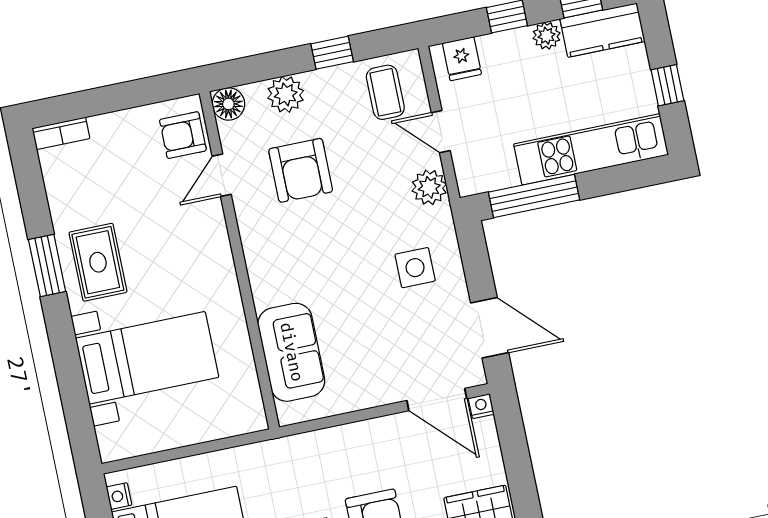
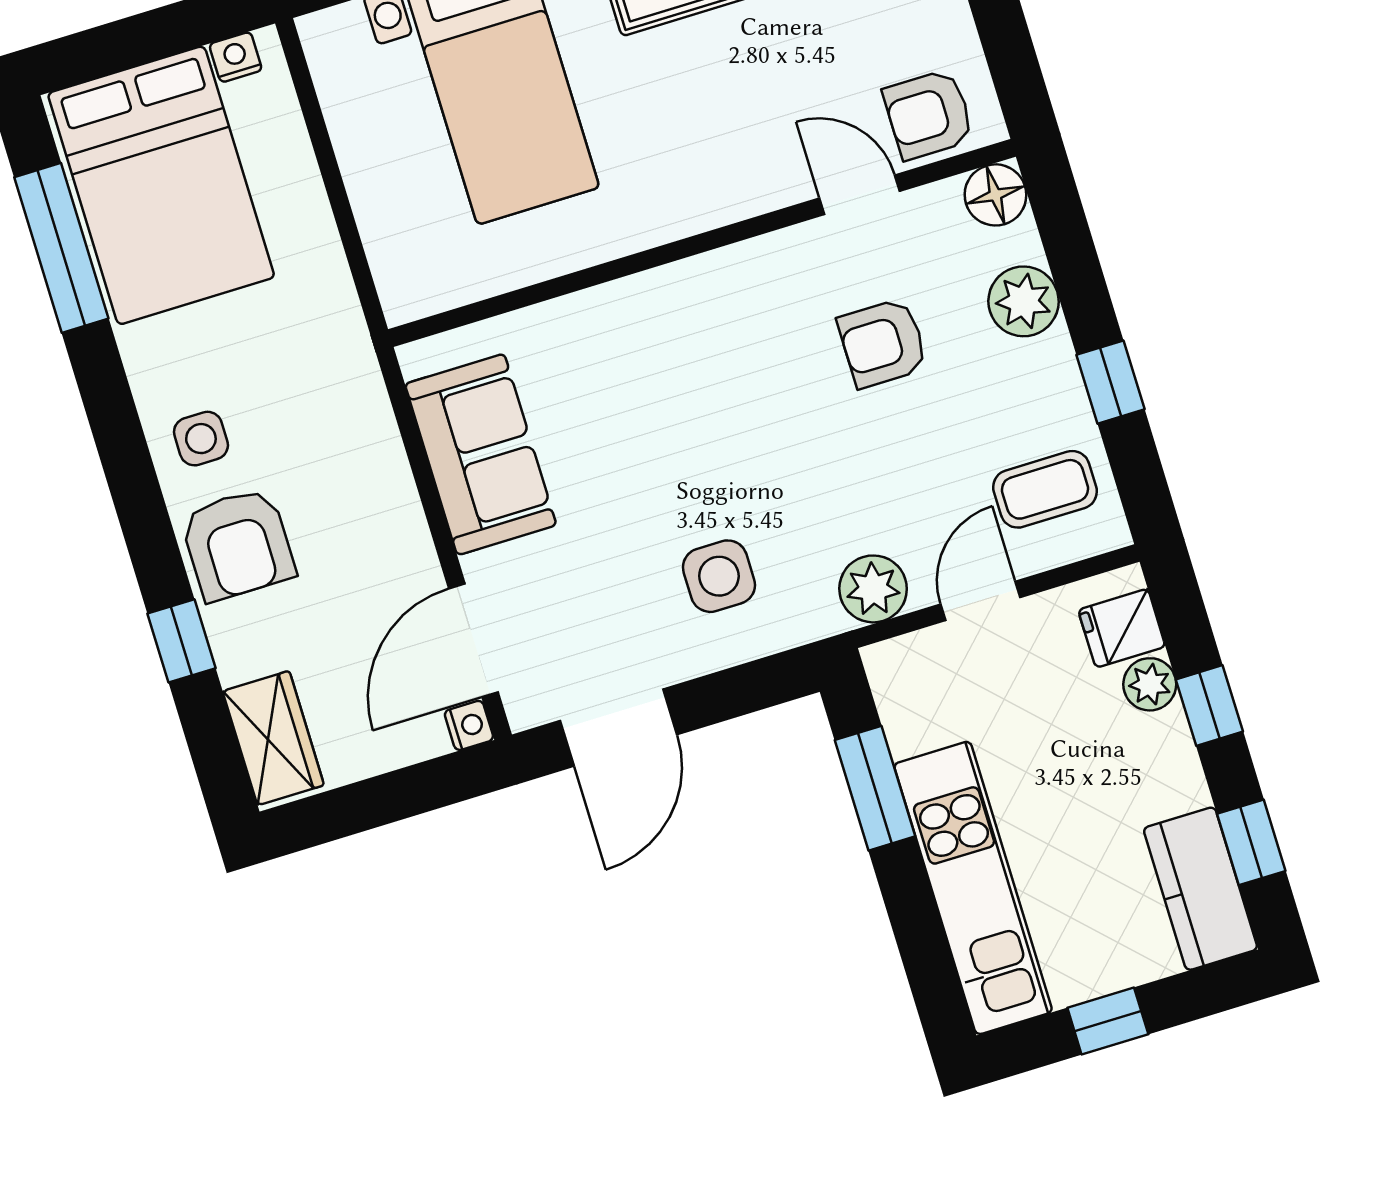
plant: (547, 36) -> (1150, 684), moved
armchair: (183, 135) -> (929, 114), turned -90
armchair: (301, 170) -> (883, 343), width x0.72, depth x0.72
window: (534, 196) -> (875, 788), width x0.69
sofa: (291, 352) -> (481, 454), moved, turned -90

